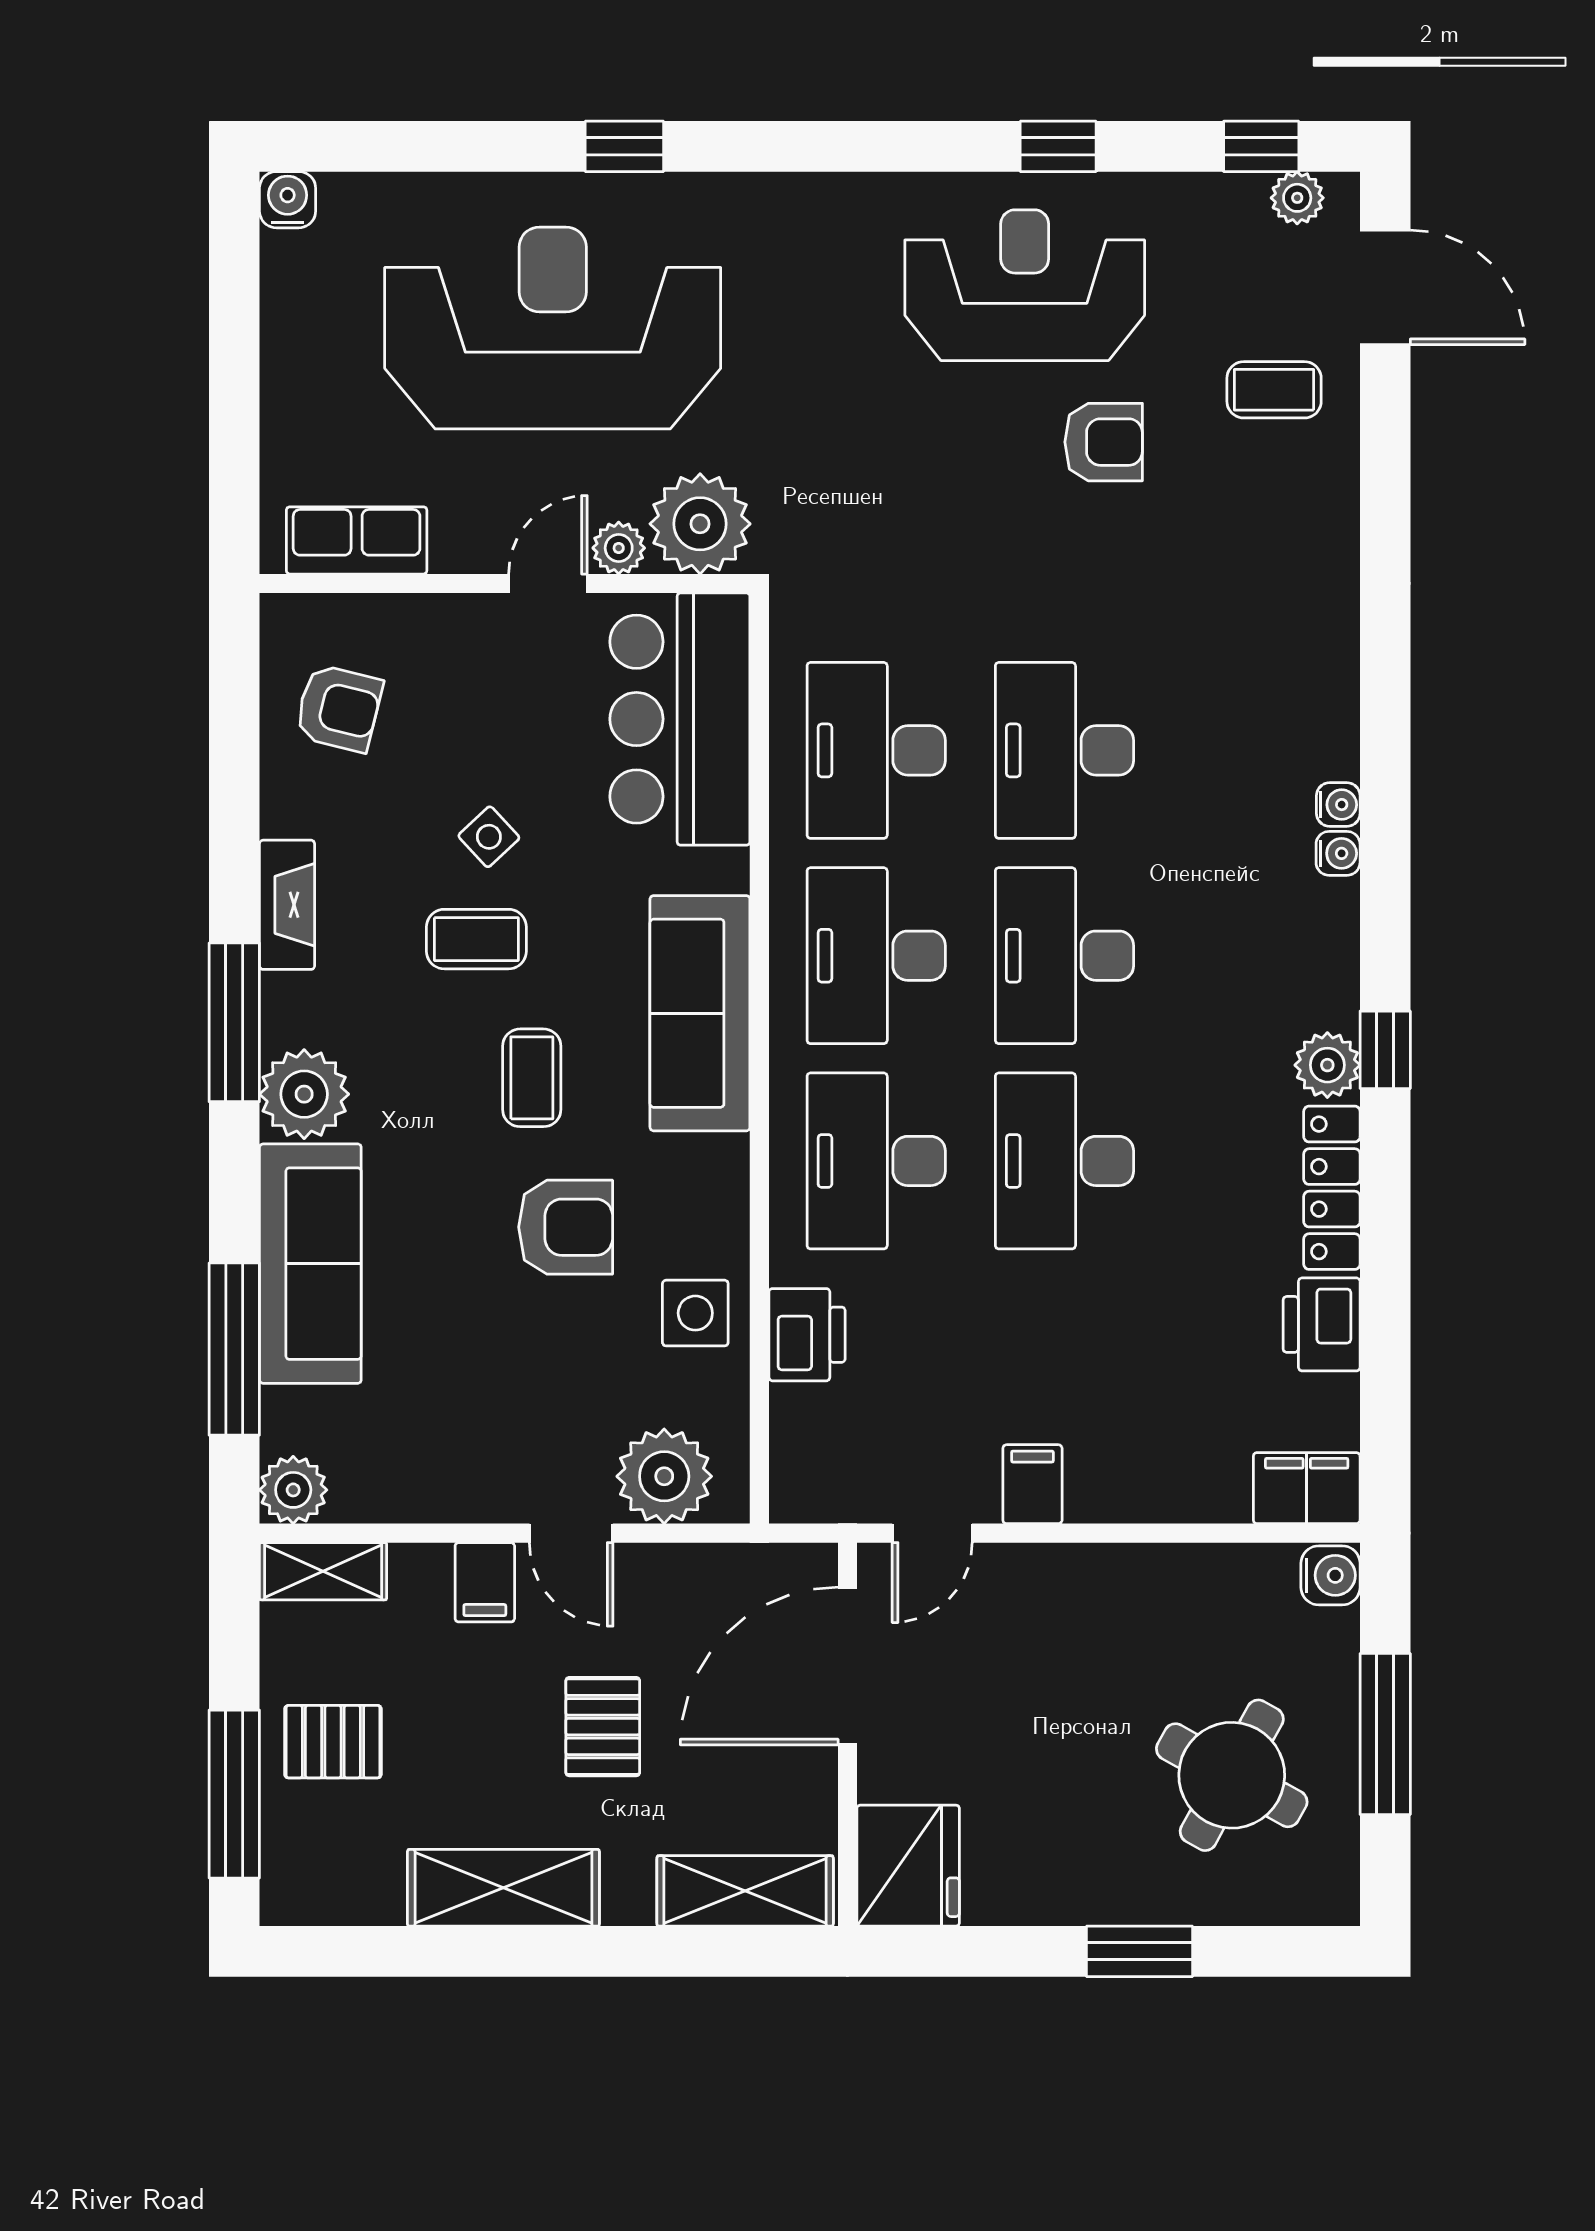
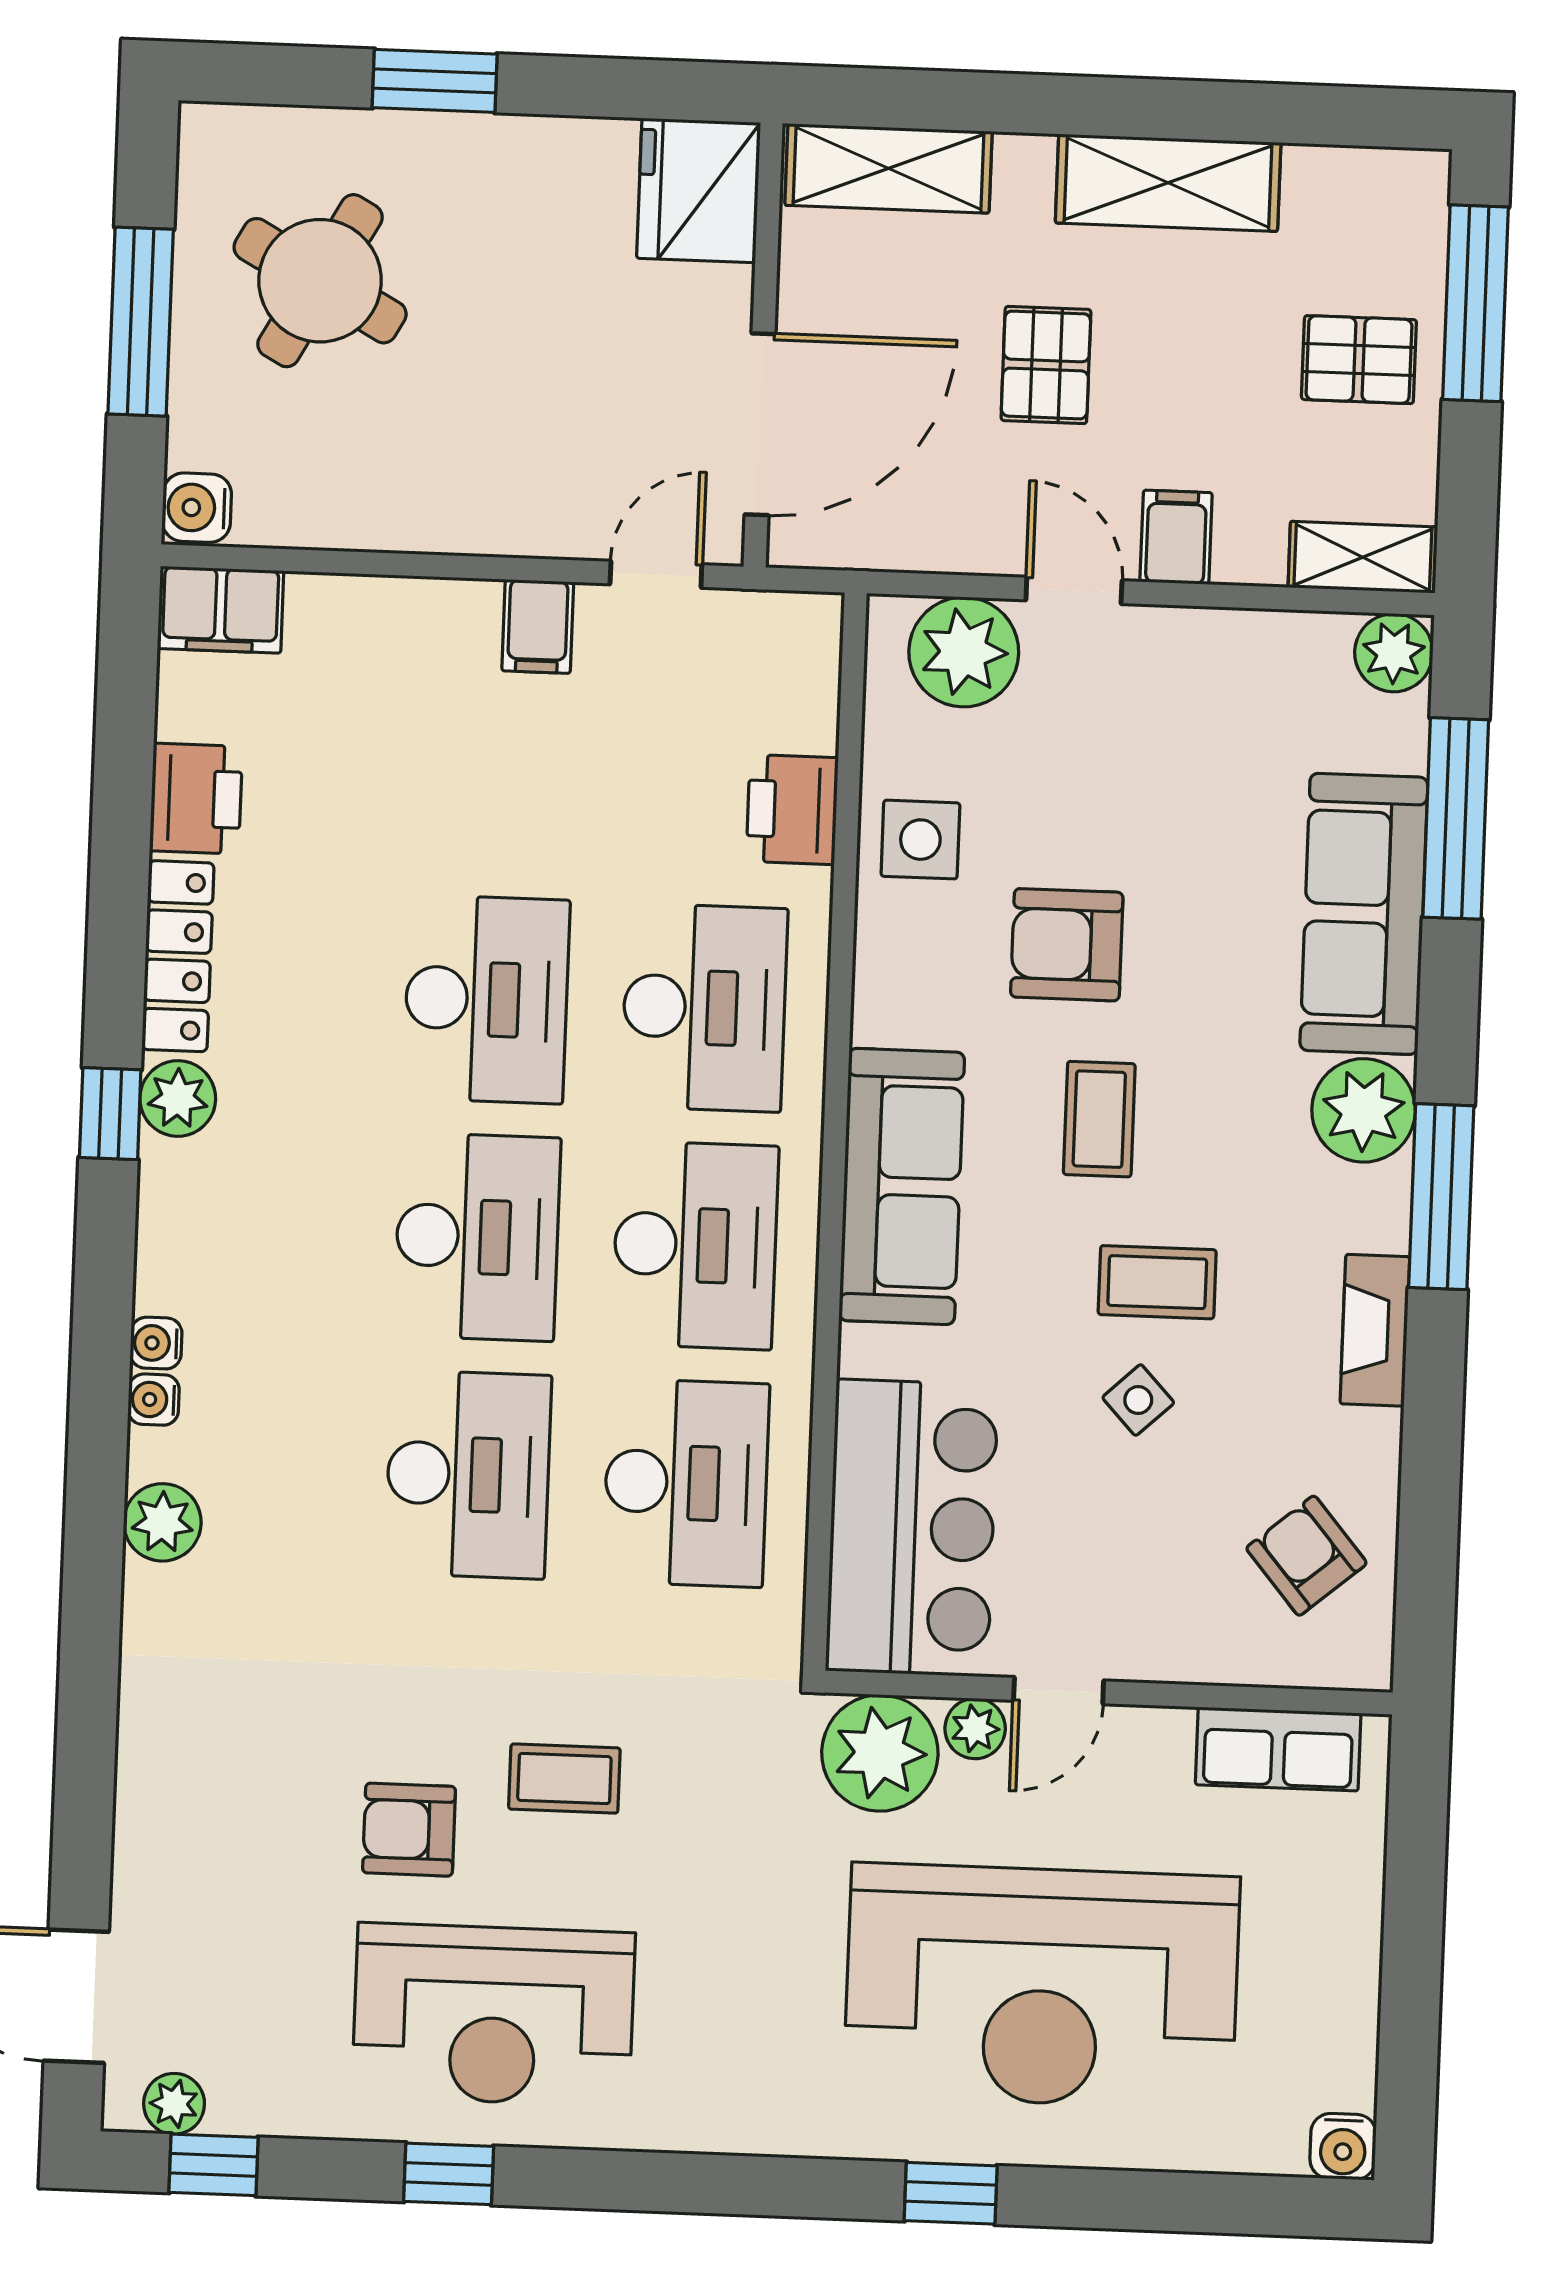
coffee table: (1274, 390) -> (564, 1779), moved
plant: (1327, 699) -> (162, 1522), added
armchair: (339, 708) -> (1306, 1556), turned 36

